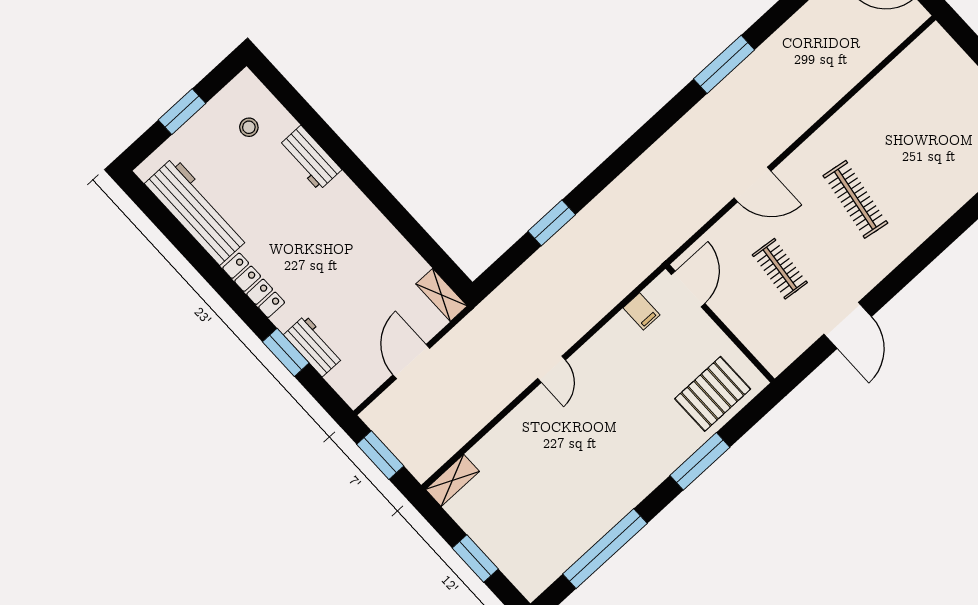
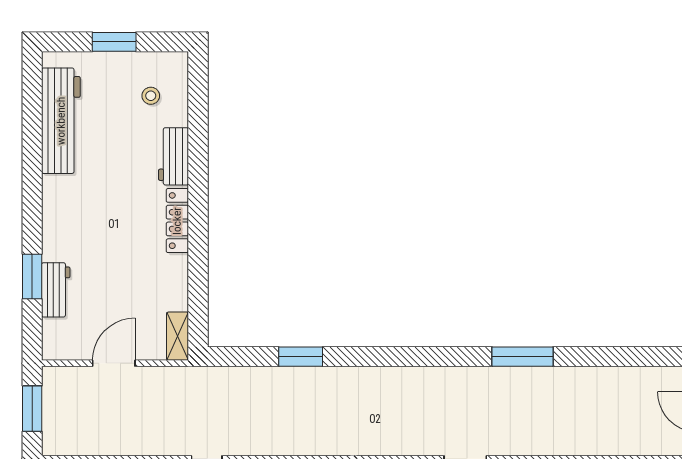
locker: (254, 285) -> (177, 221), moved, turned 180

